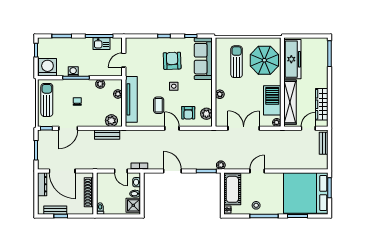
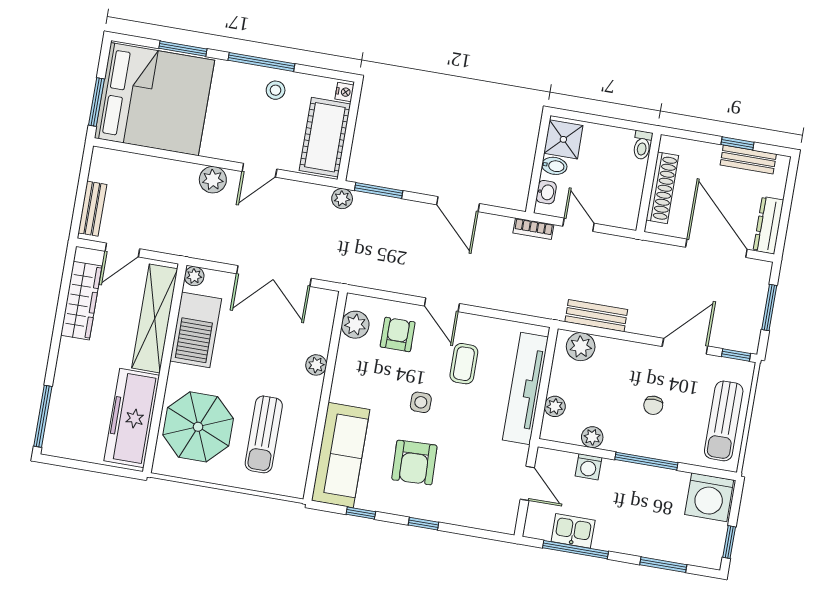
door: (124, 60) -> (527, 483), hinge flipped
washing machine: (73, 71) -> (588, 467), moved
plant: (276, 164) -> (213, 180), added

